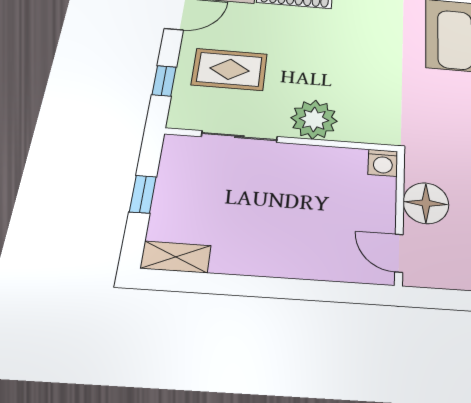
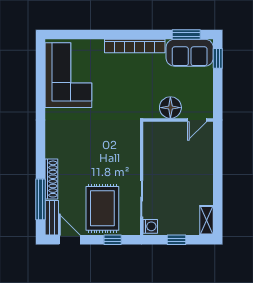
rug: (229, 69) -> (102, 208), width x1.36, depth x1.43
plant: (314, 119) -> (128, 164), removed
washing machine: (383, 163) -> (150, 226), moved

